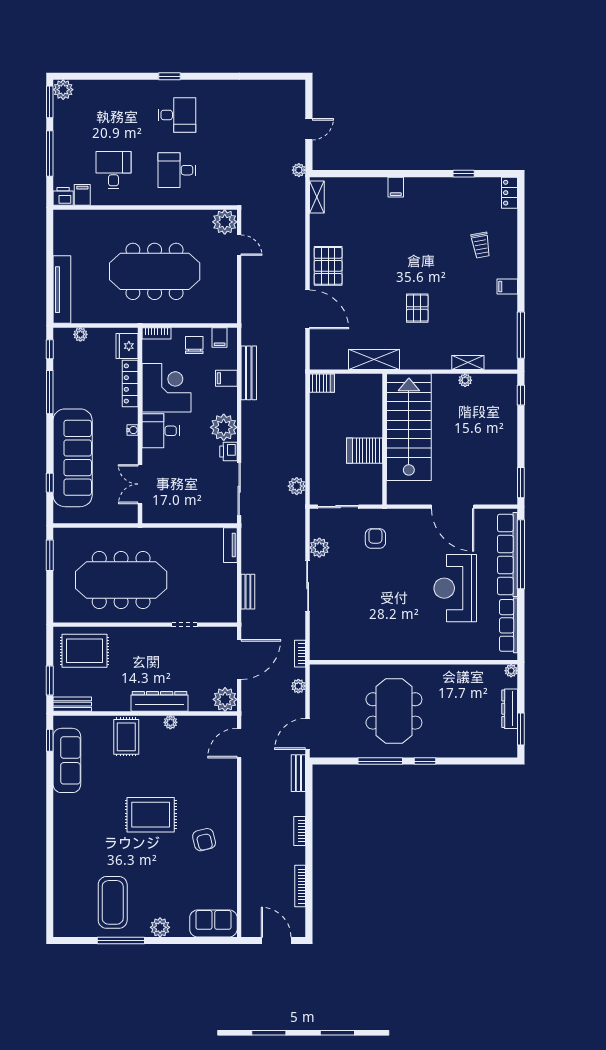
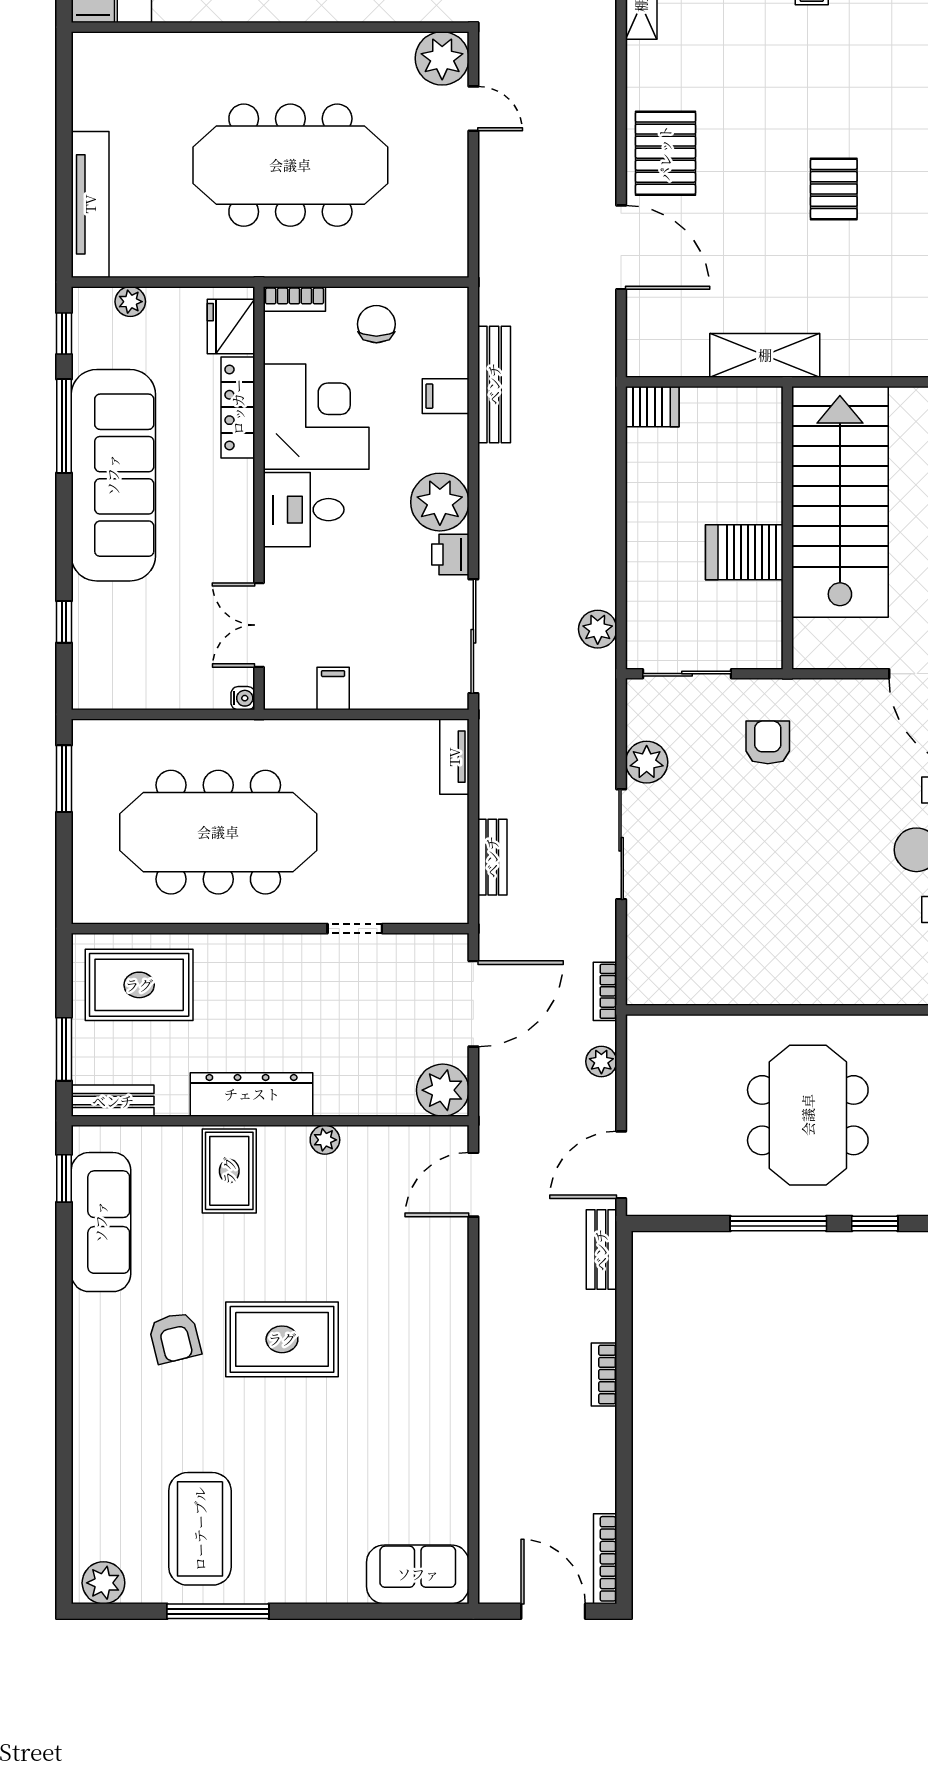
pallet: (417, 308) -> (834, 189), moved
filing cabinet: (220, 337) -> (333, 689), moved, turned 180
water cooler: (133, 430) -> (243, 698), moved
sofa: (73, 458) -> (113, 475), moved
dresser: (160, 701) -> (252, 1094), moved
armchair: (204, 840) -> (175, 1338), moved
bookcase: (300, 886) -> (605, 1559), moved
plant: (160, 927) -> (103, 1583), moved

